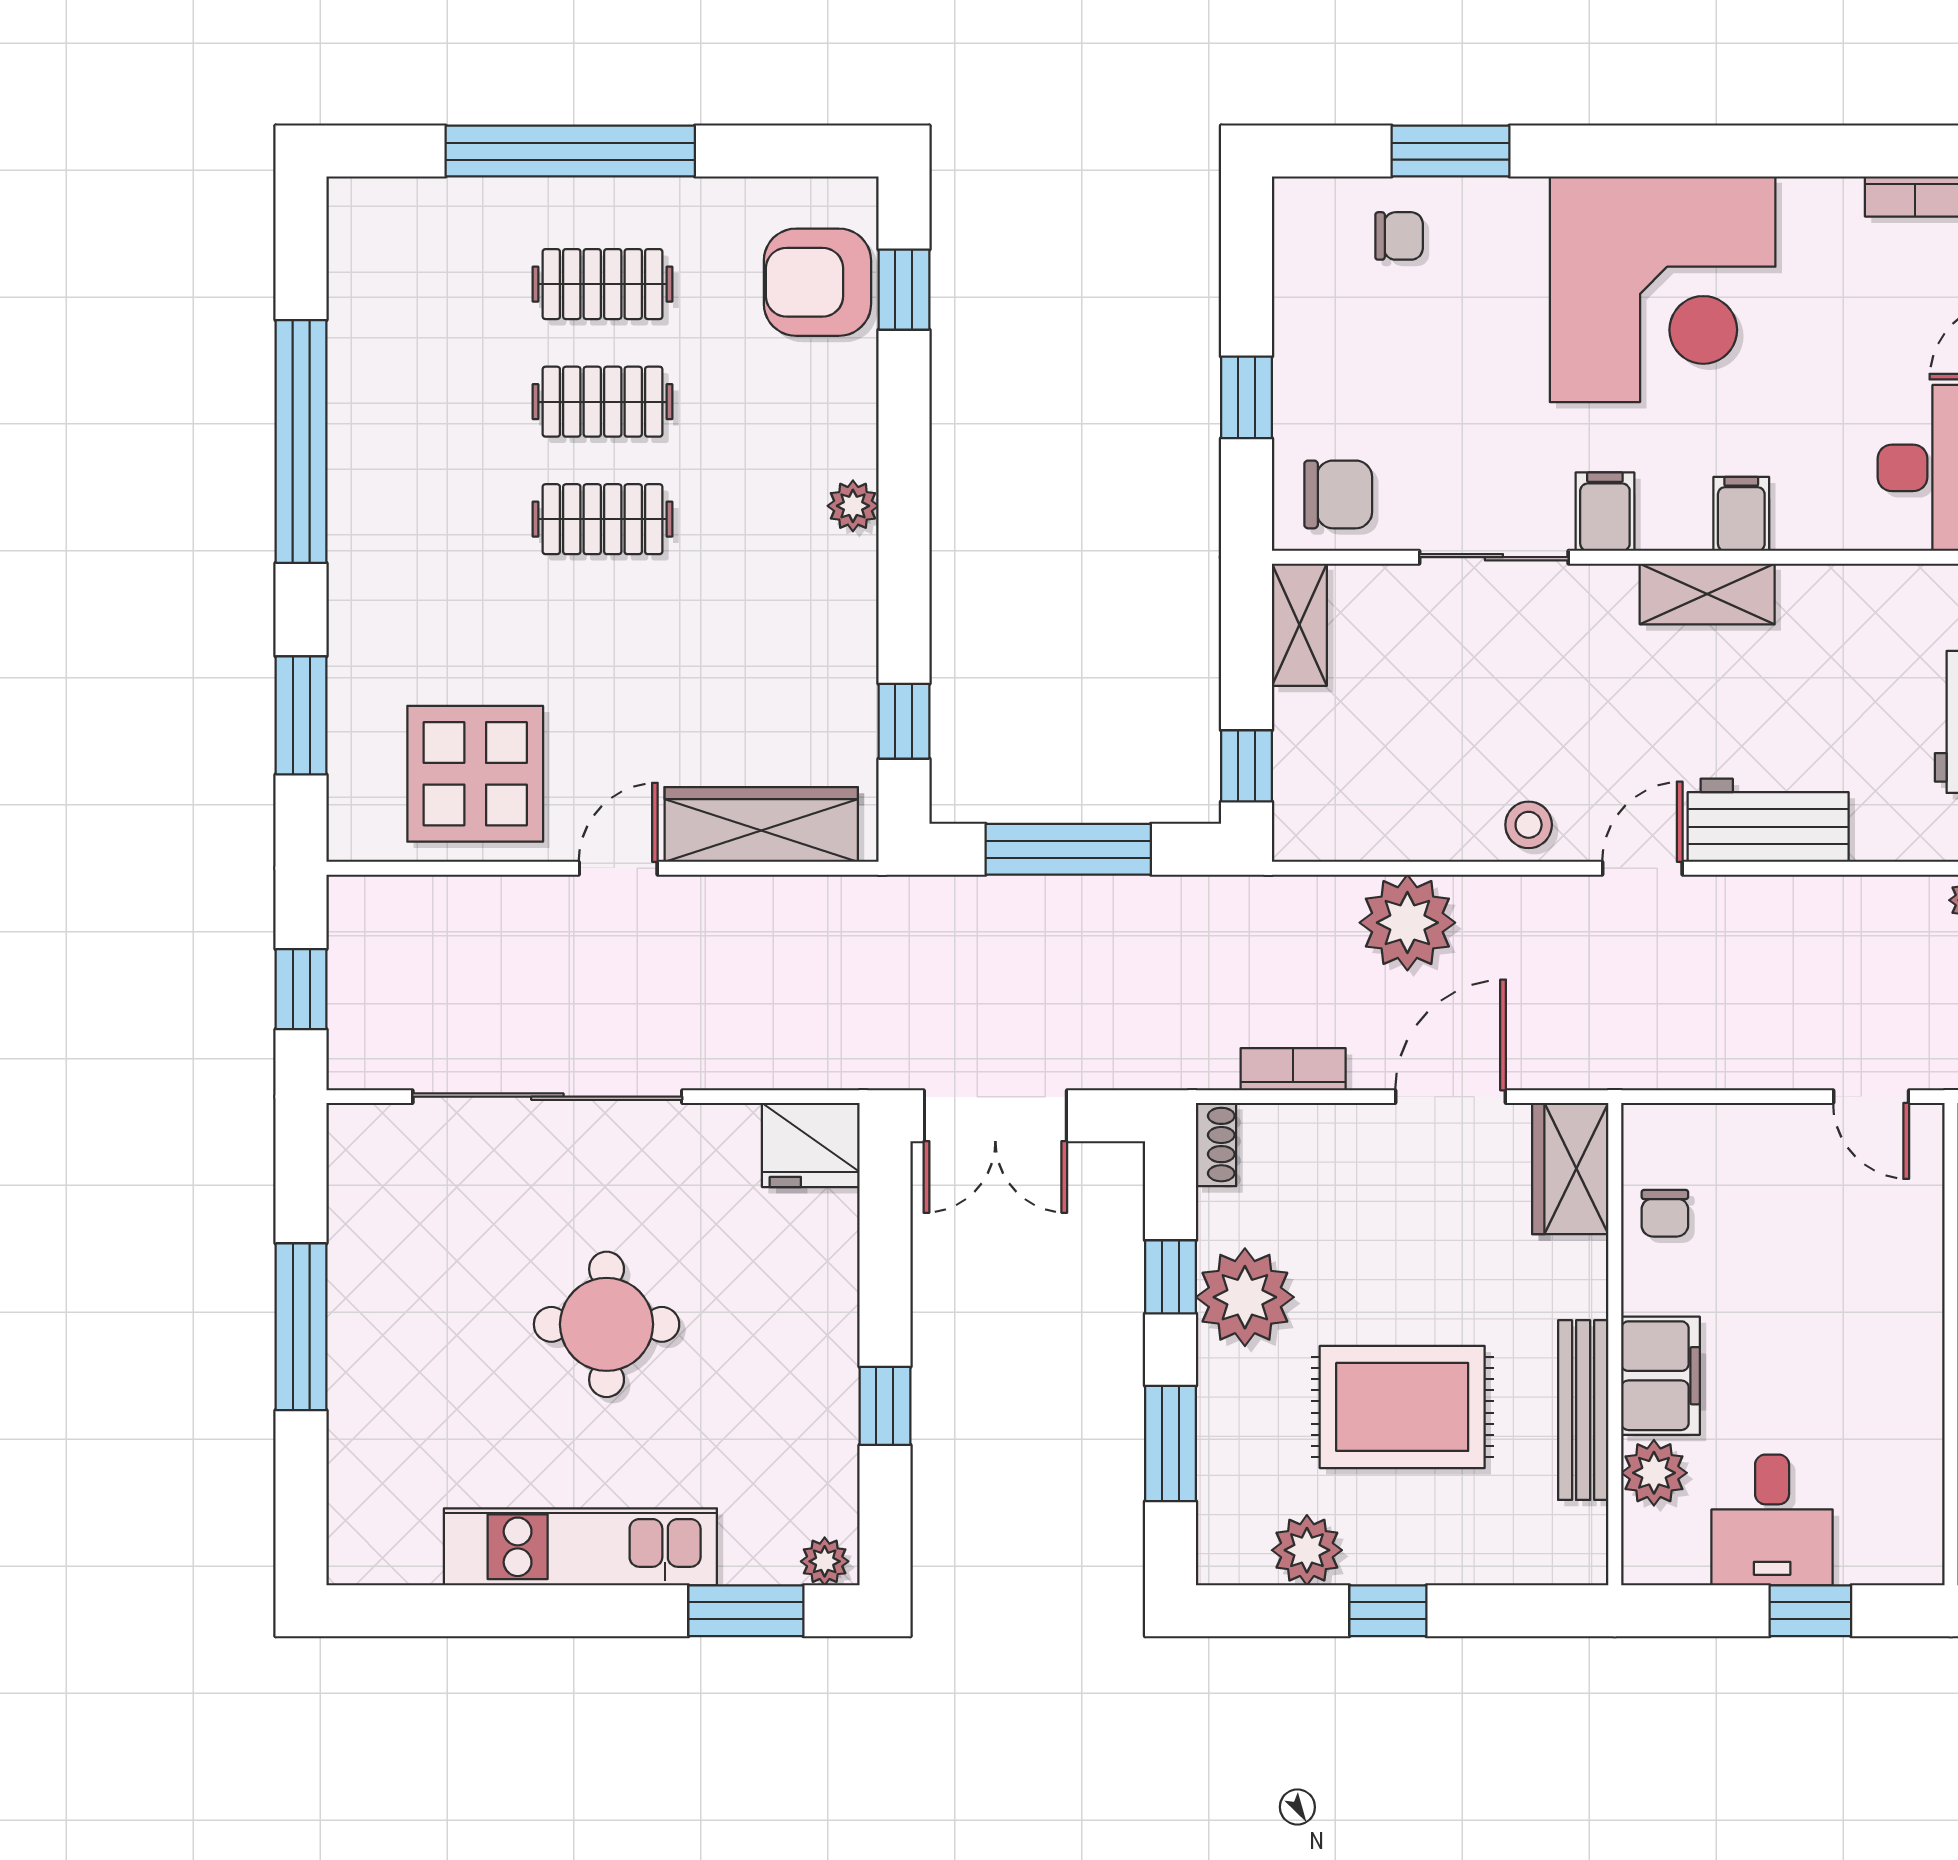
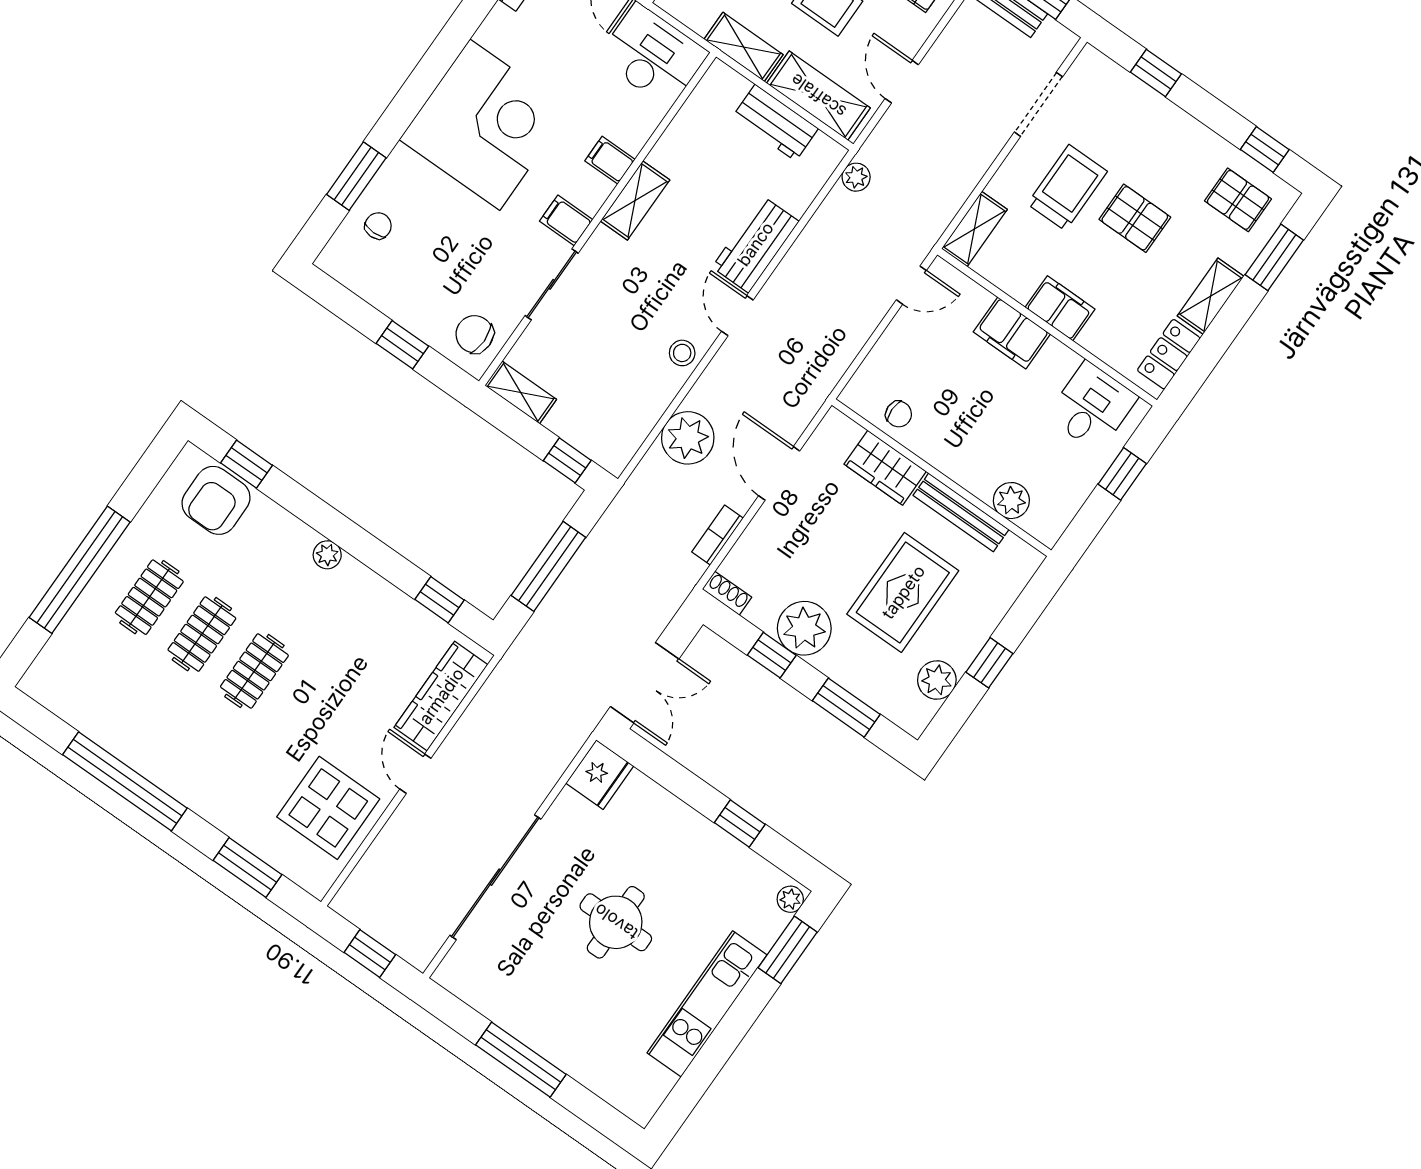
chair: (1338, 494) -> (475, 334), turned -90
wardrobe: (1570, 1169) -> (885, 468), moved
filing cabinet: (1660, 1376) -> (1012, 333), moved, turned 180
desk: (1772, 1520) -> (1092, 407), moved, turned -90

